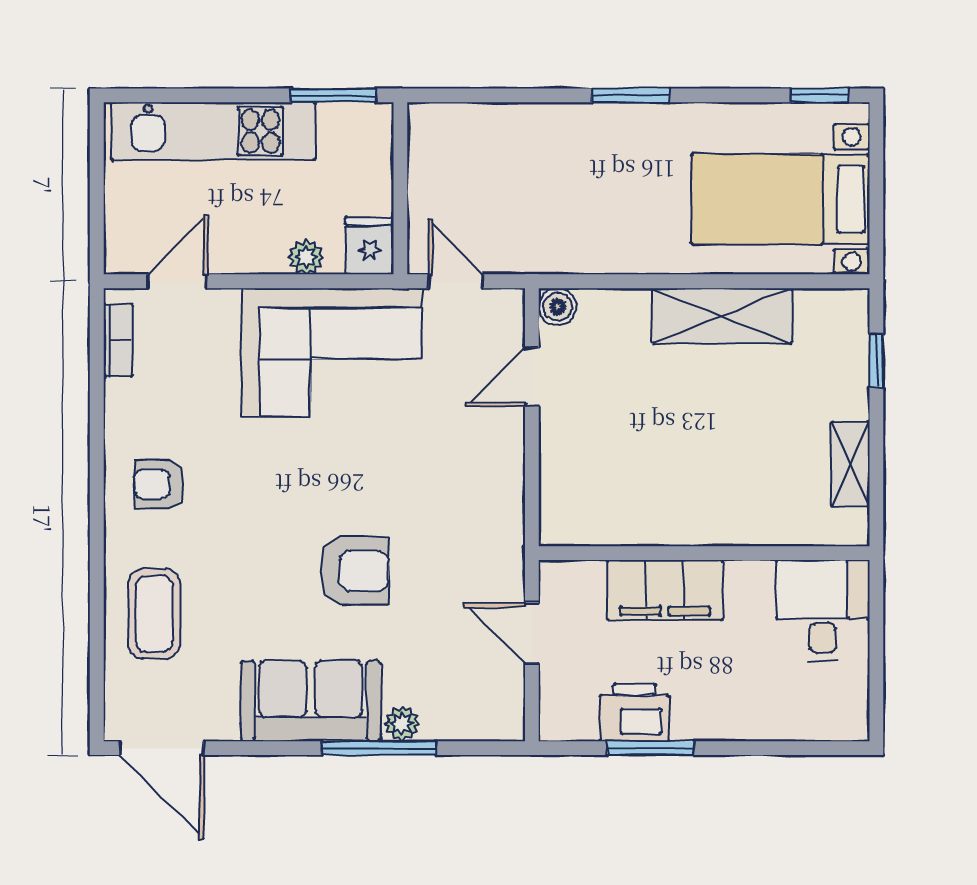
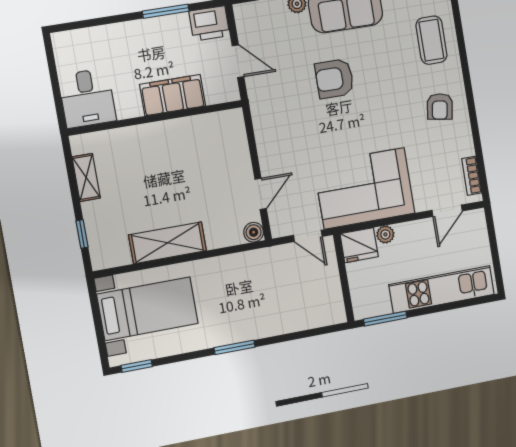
fridge: (369, 246) -> (359, 245), width x1.38
armchair: (159, 484) -> (440, 107), turned 99
printer: (635, 713) -> (209, 23), moved

